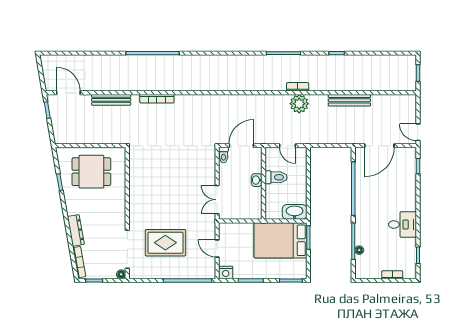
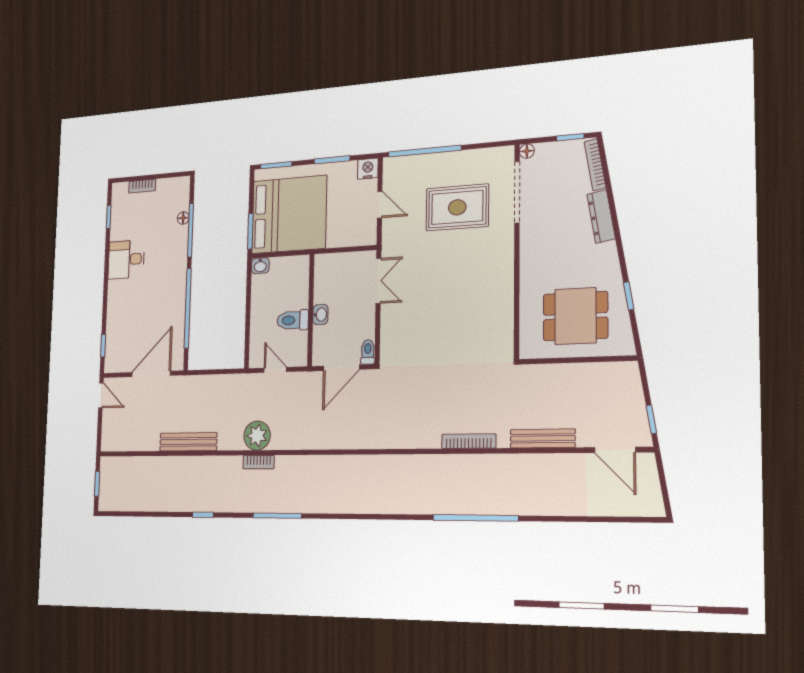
washbasin: (295, 212) -> (260, 266), width x0.52, depth x0.69
bed: (280, 240) -> (289, 214), width x1.36

